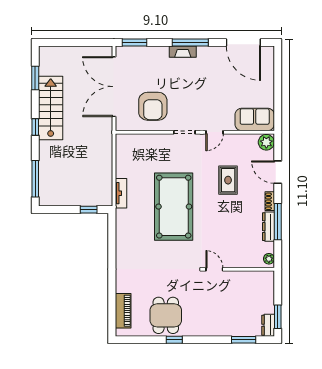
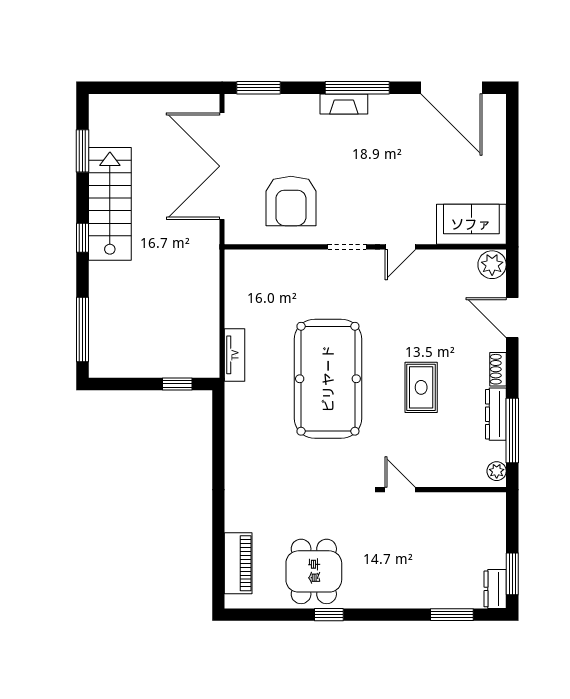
rug: (228, 180) -> (421, 387), moved
window: (278, 222) -> (512, 431), moved

